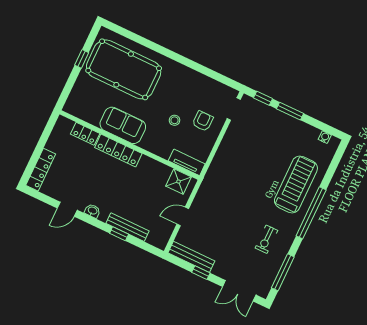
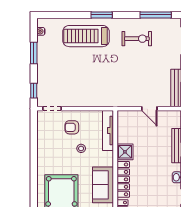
window: (290, 111) -> (34, 53), moved
tv unit: (187, 162) -> (108, 130), width x1.41
shower: (178, 182) -> (125, 152), moved
window: (311, 213) -> (102, 15), width x0.47
exercise bike: (266, 239) -> (137, 39), width x1.38, depth x1.39

